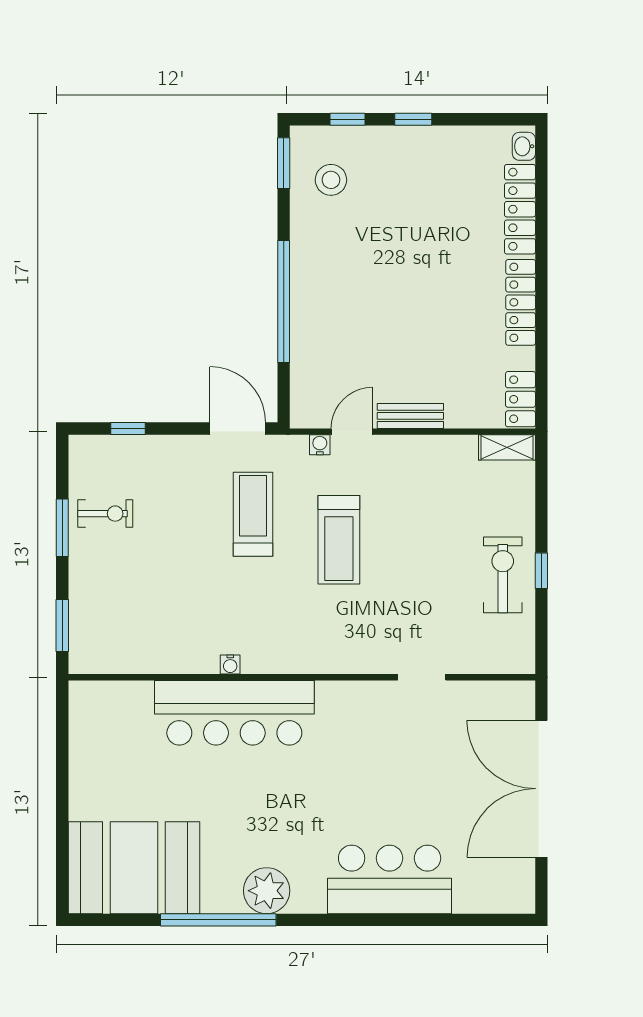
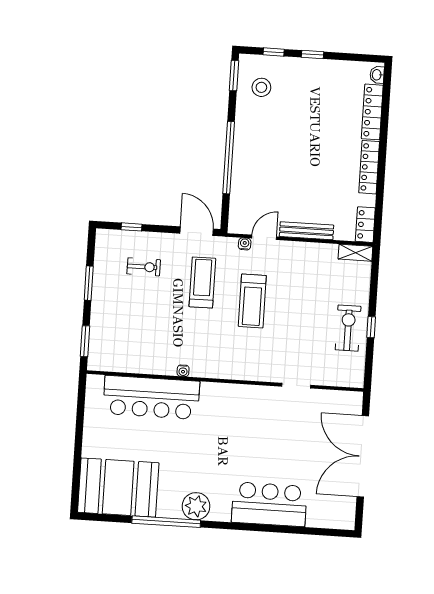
bench: (410, 416) -> (307, 231), width x1.36
exercise bike: (105, 514) -> (144, 267), moved
bar counter: (234, 713) -> (151, 397), moved

